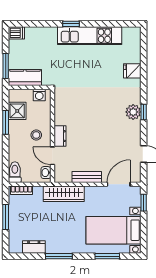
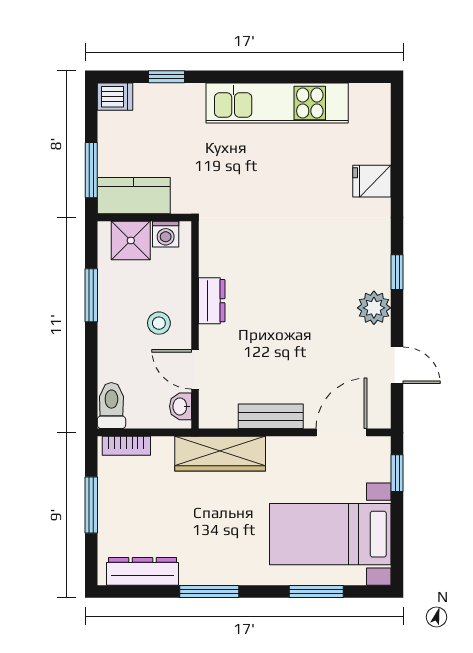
window: (71, 24) -> (166, 77), moved
shower: (17, 111) -> (131, 241), moved
plant: (133, 112) -> (374, 308), moved
dresser: (60, 136) -> (212, 301), moved
dresser: (34, 247) -> (143, 571), width x1.44

